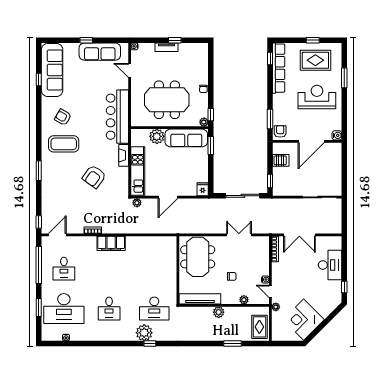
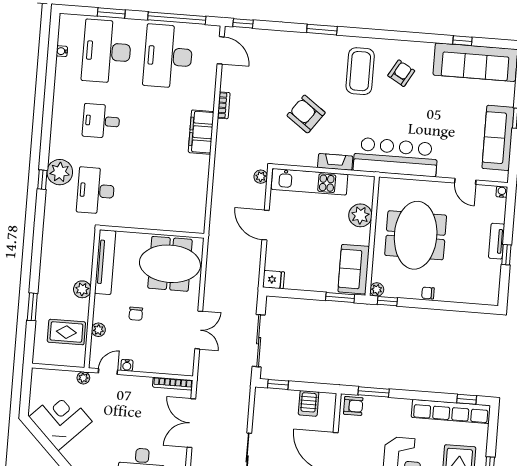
door: (130, 70) -> (465, 181), swing flipped
sofa: (186, 138) -> (354, 269), width x0.73
desk: (64, 269) -> (168, 56), width x1.87, depth x1.30
rug: (259, 327) -> (66, 332), moved

